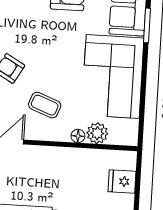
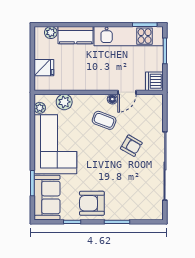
plant: (131, 127) -> (40, 108), added
floor lamp: (78, 136) -> (112, 99), moved

